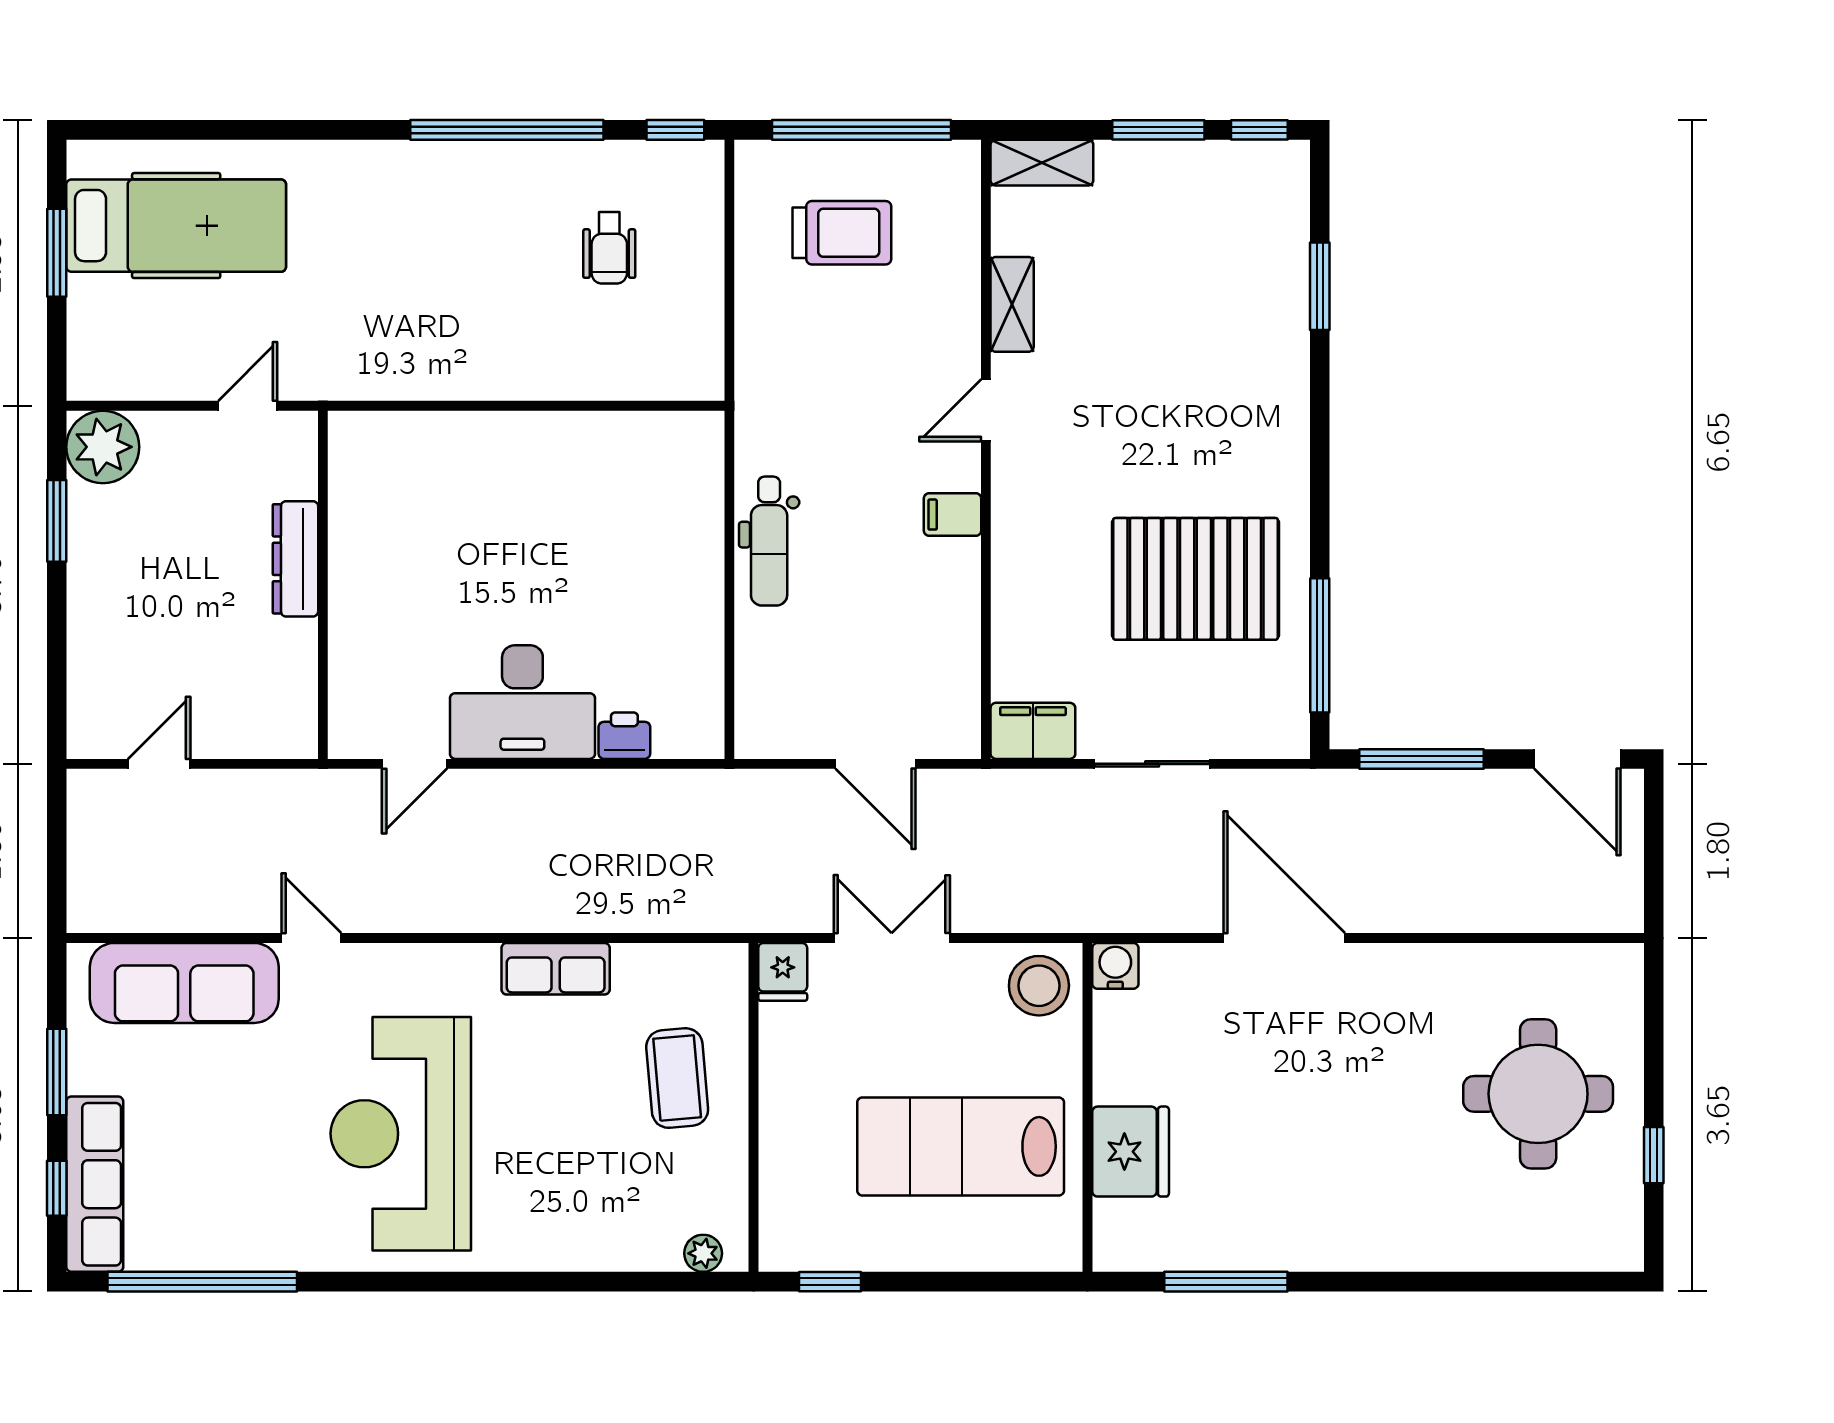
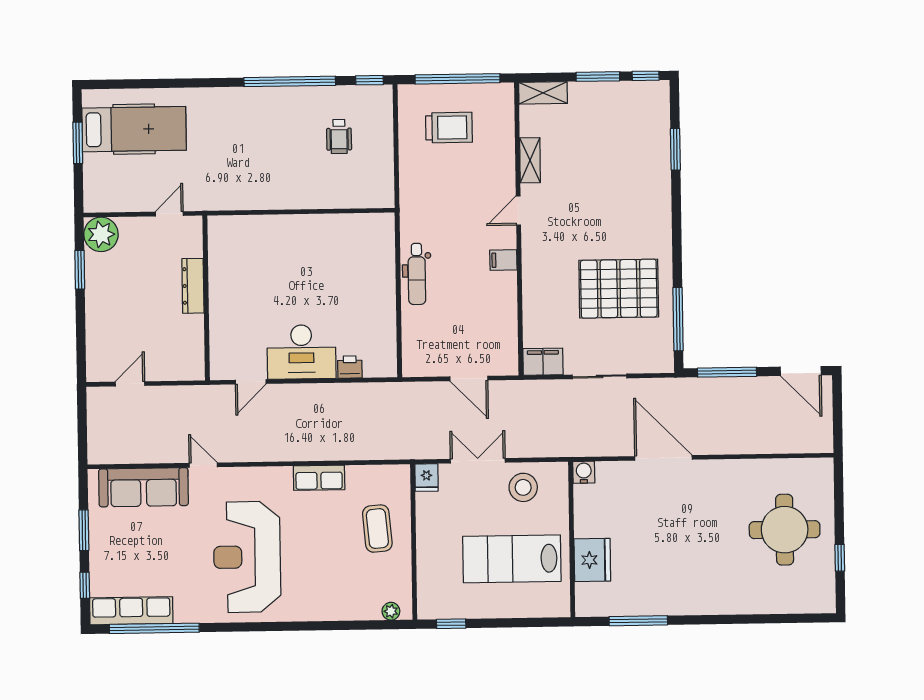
stool: (1039, 986) -> (523, 487), moved
row of seats: (95, 1184) -> (131, 611), moved, turned -90

